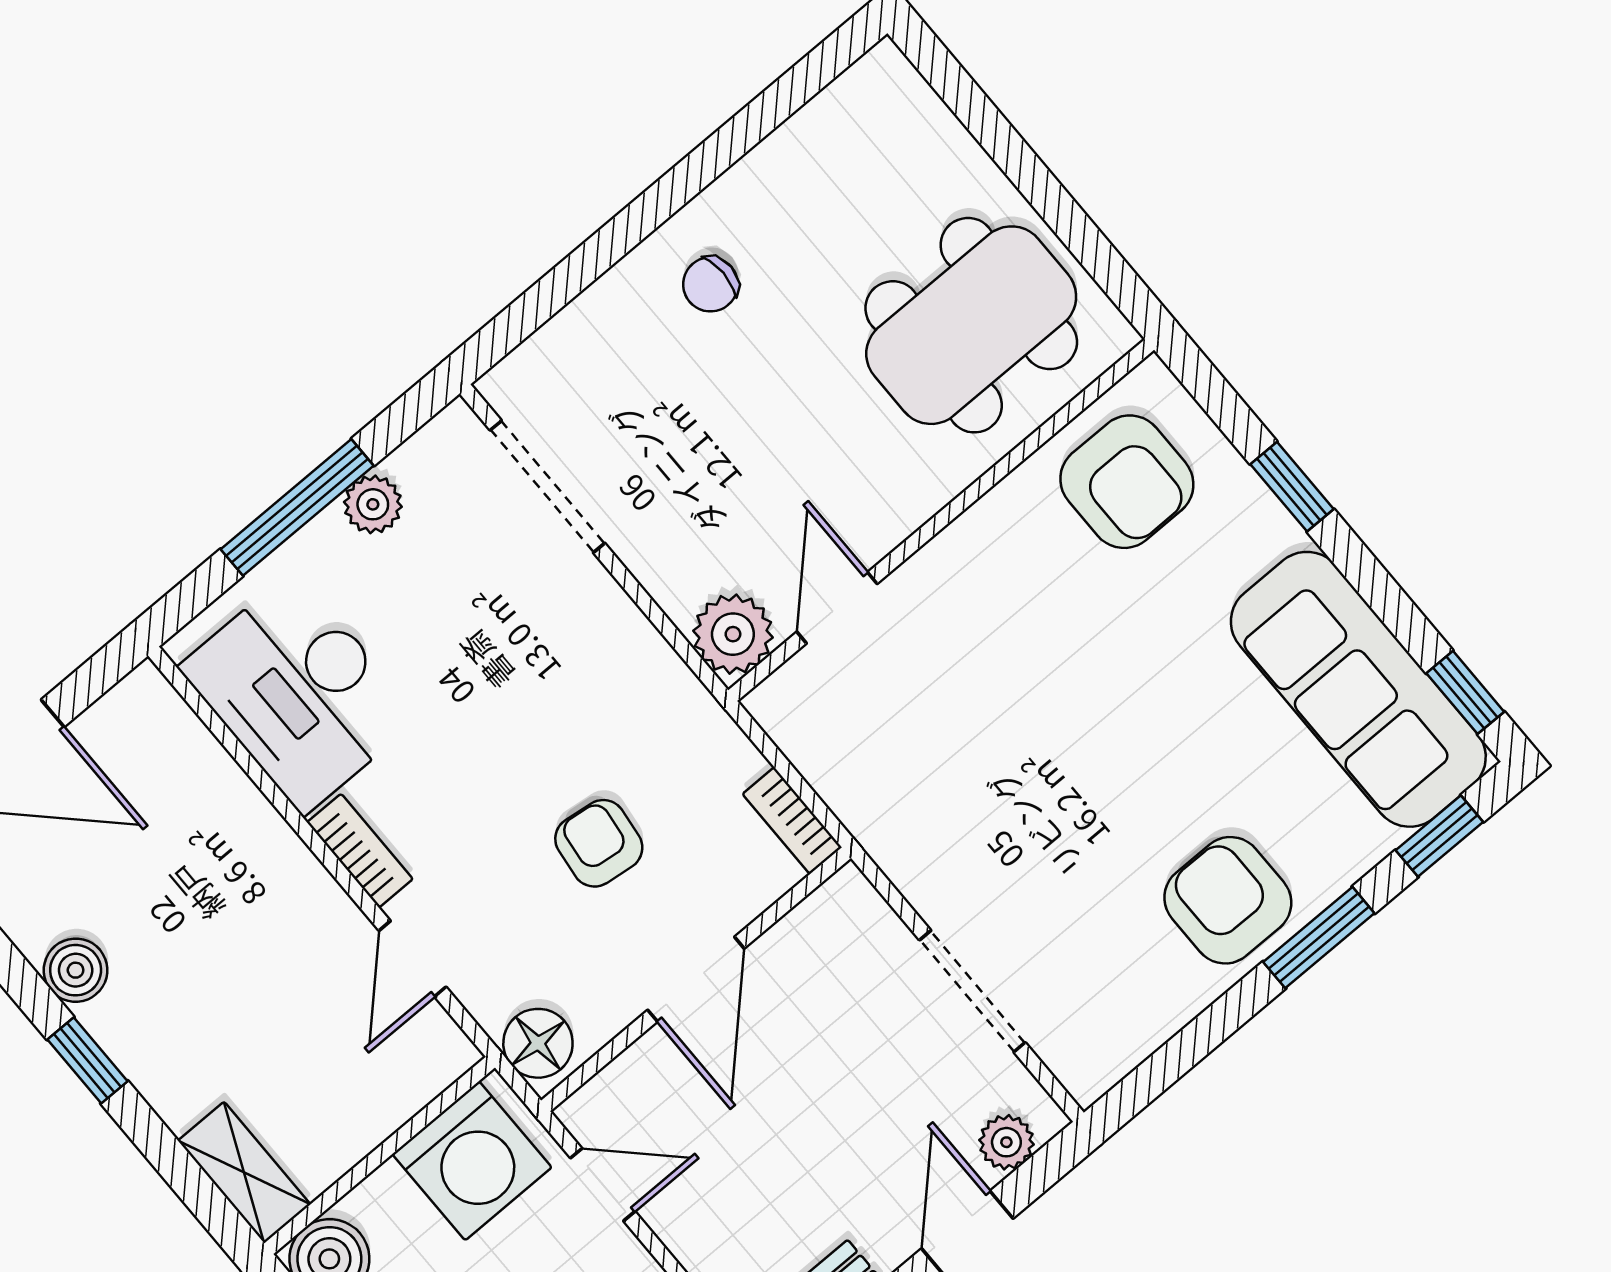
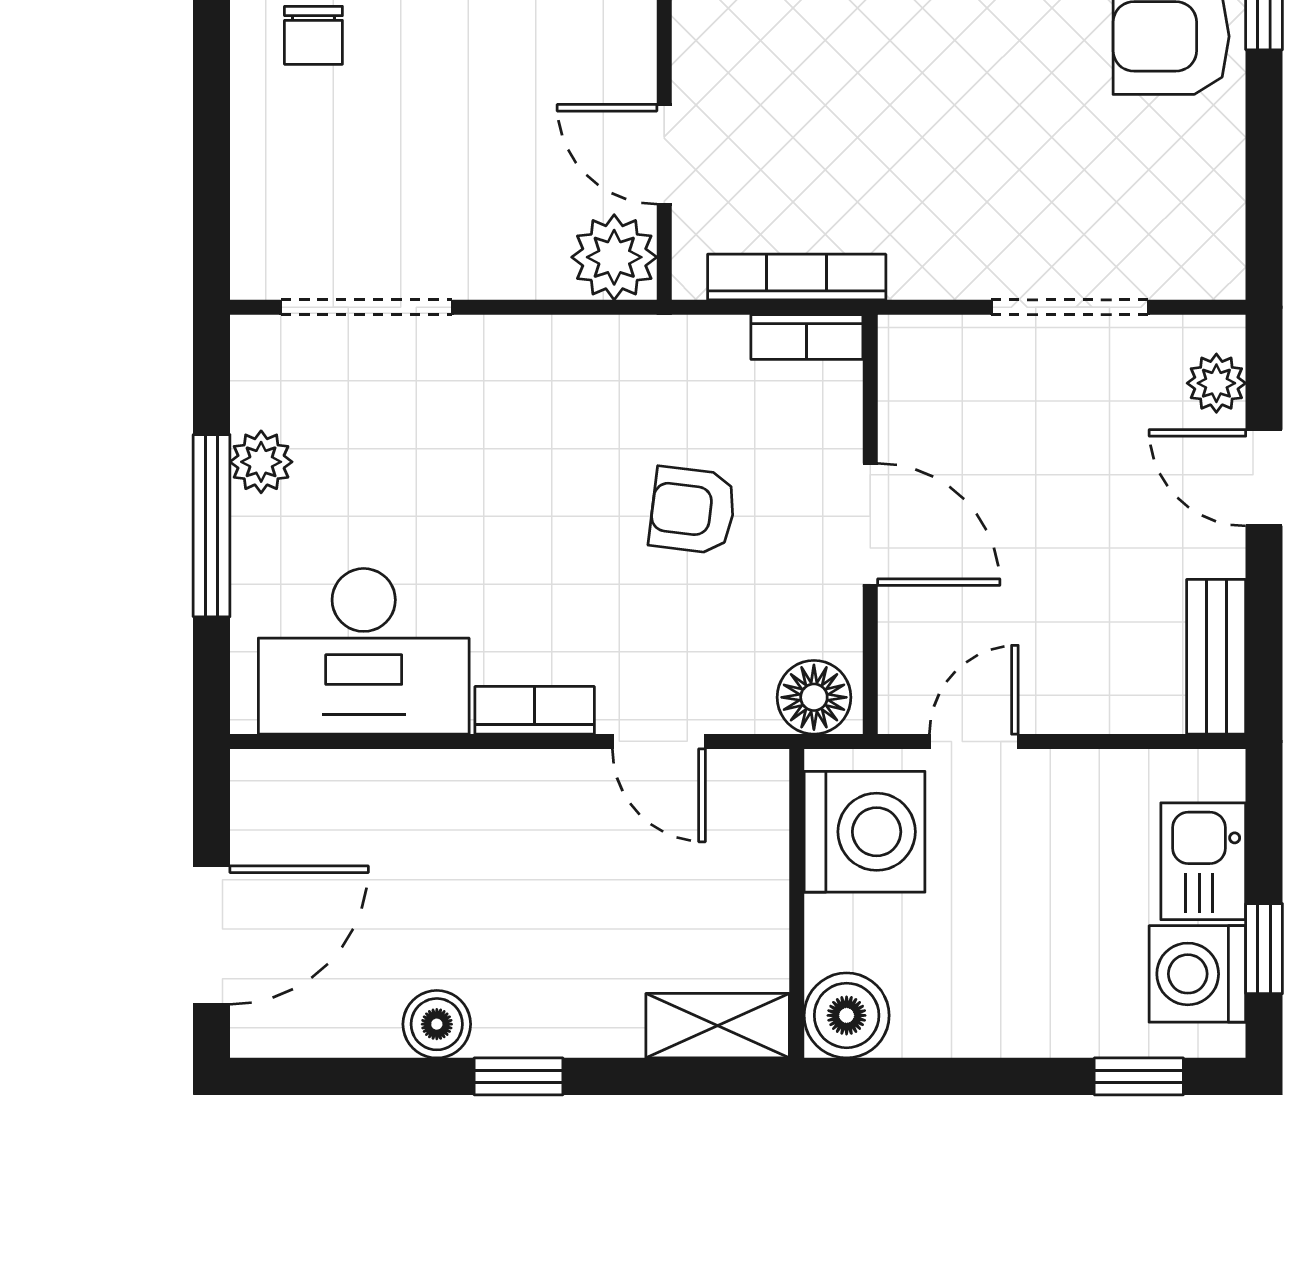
bookcase: (829, 777) -> (797, 277), added

